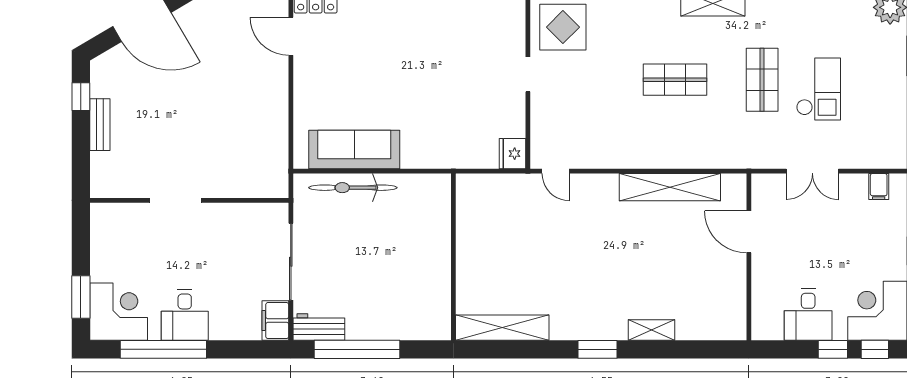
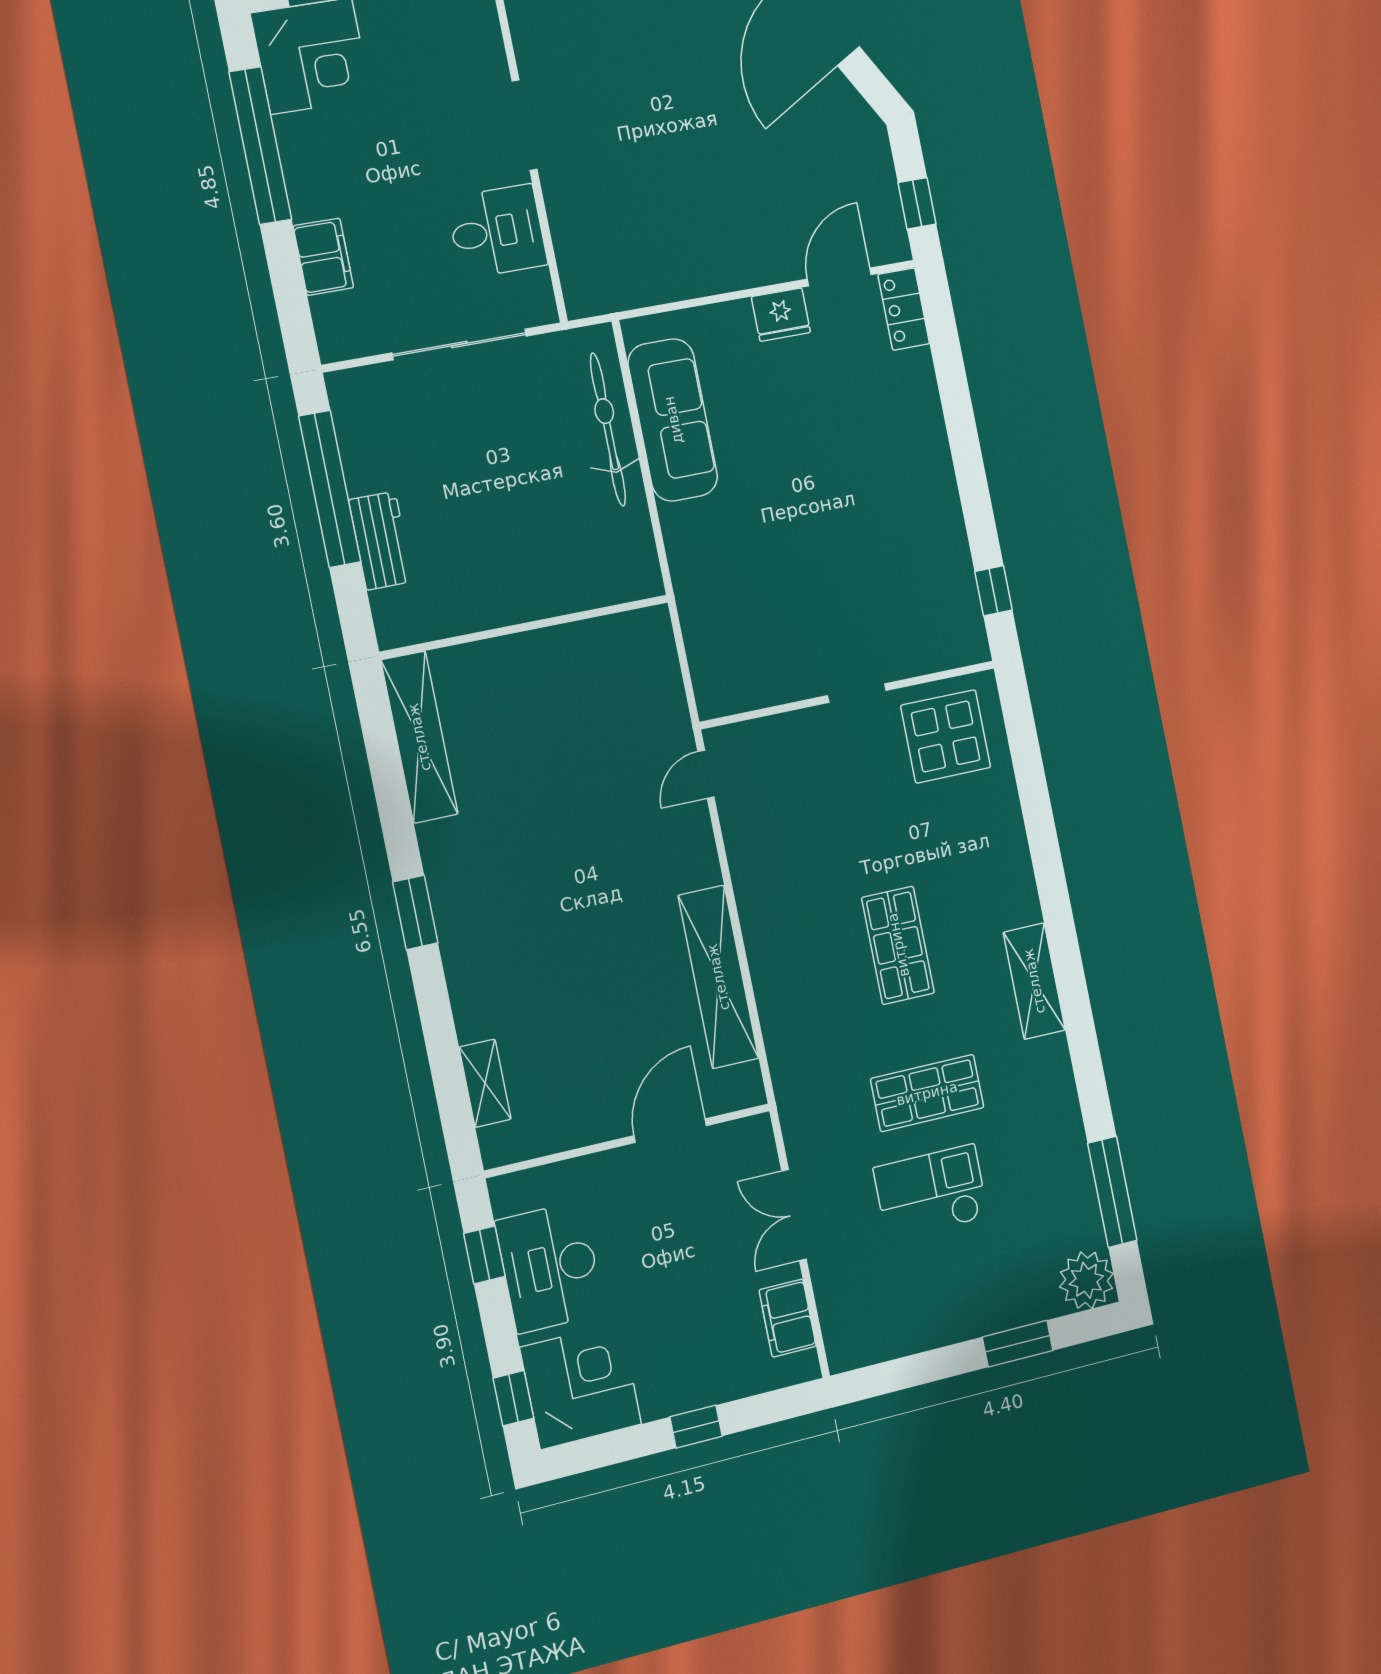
checkout: (818, 89) -> (931, 1192), turned 180
fridge: (512, 154) -> (781, 315), moved, turned 180
filing cabinet: (879, 186) -> (788, 1318), width x2.00
desk: (185, 315) -> (497, 231), moved, turned 180
desk: (808, 315) -> (550, 1267), width x1.37
filing cabinet: (275, 321) -> (323, 257), moved, turned 90
workbench: (319, 327) -> (381, 541), moved
shelving: (652, 330) -> (485, 1083), moved
window: (833, 349) -> (484, 1255), moved

